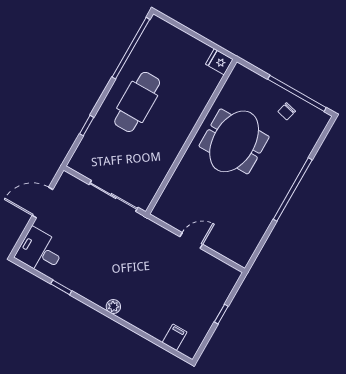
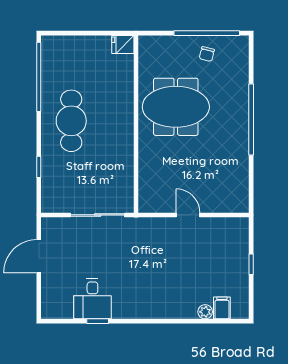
meeting table: (234, 141) -> (176, 107), turned 90
door: (191, 240) -> (188, 215), hinge flipped
desk: (40, 251) -> (92, 299), moved, turned -90
plant: (113, 307) -> (205, 312), moved

